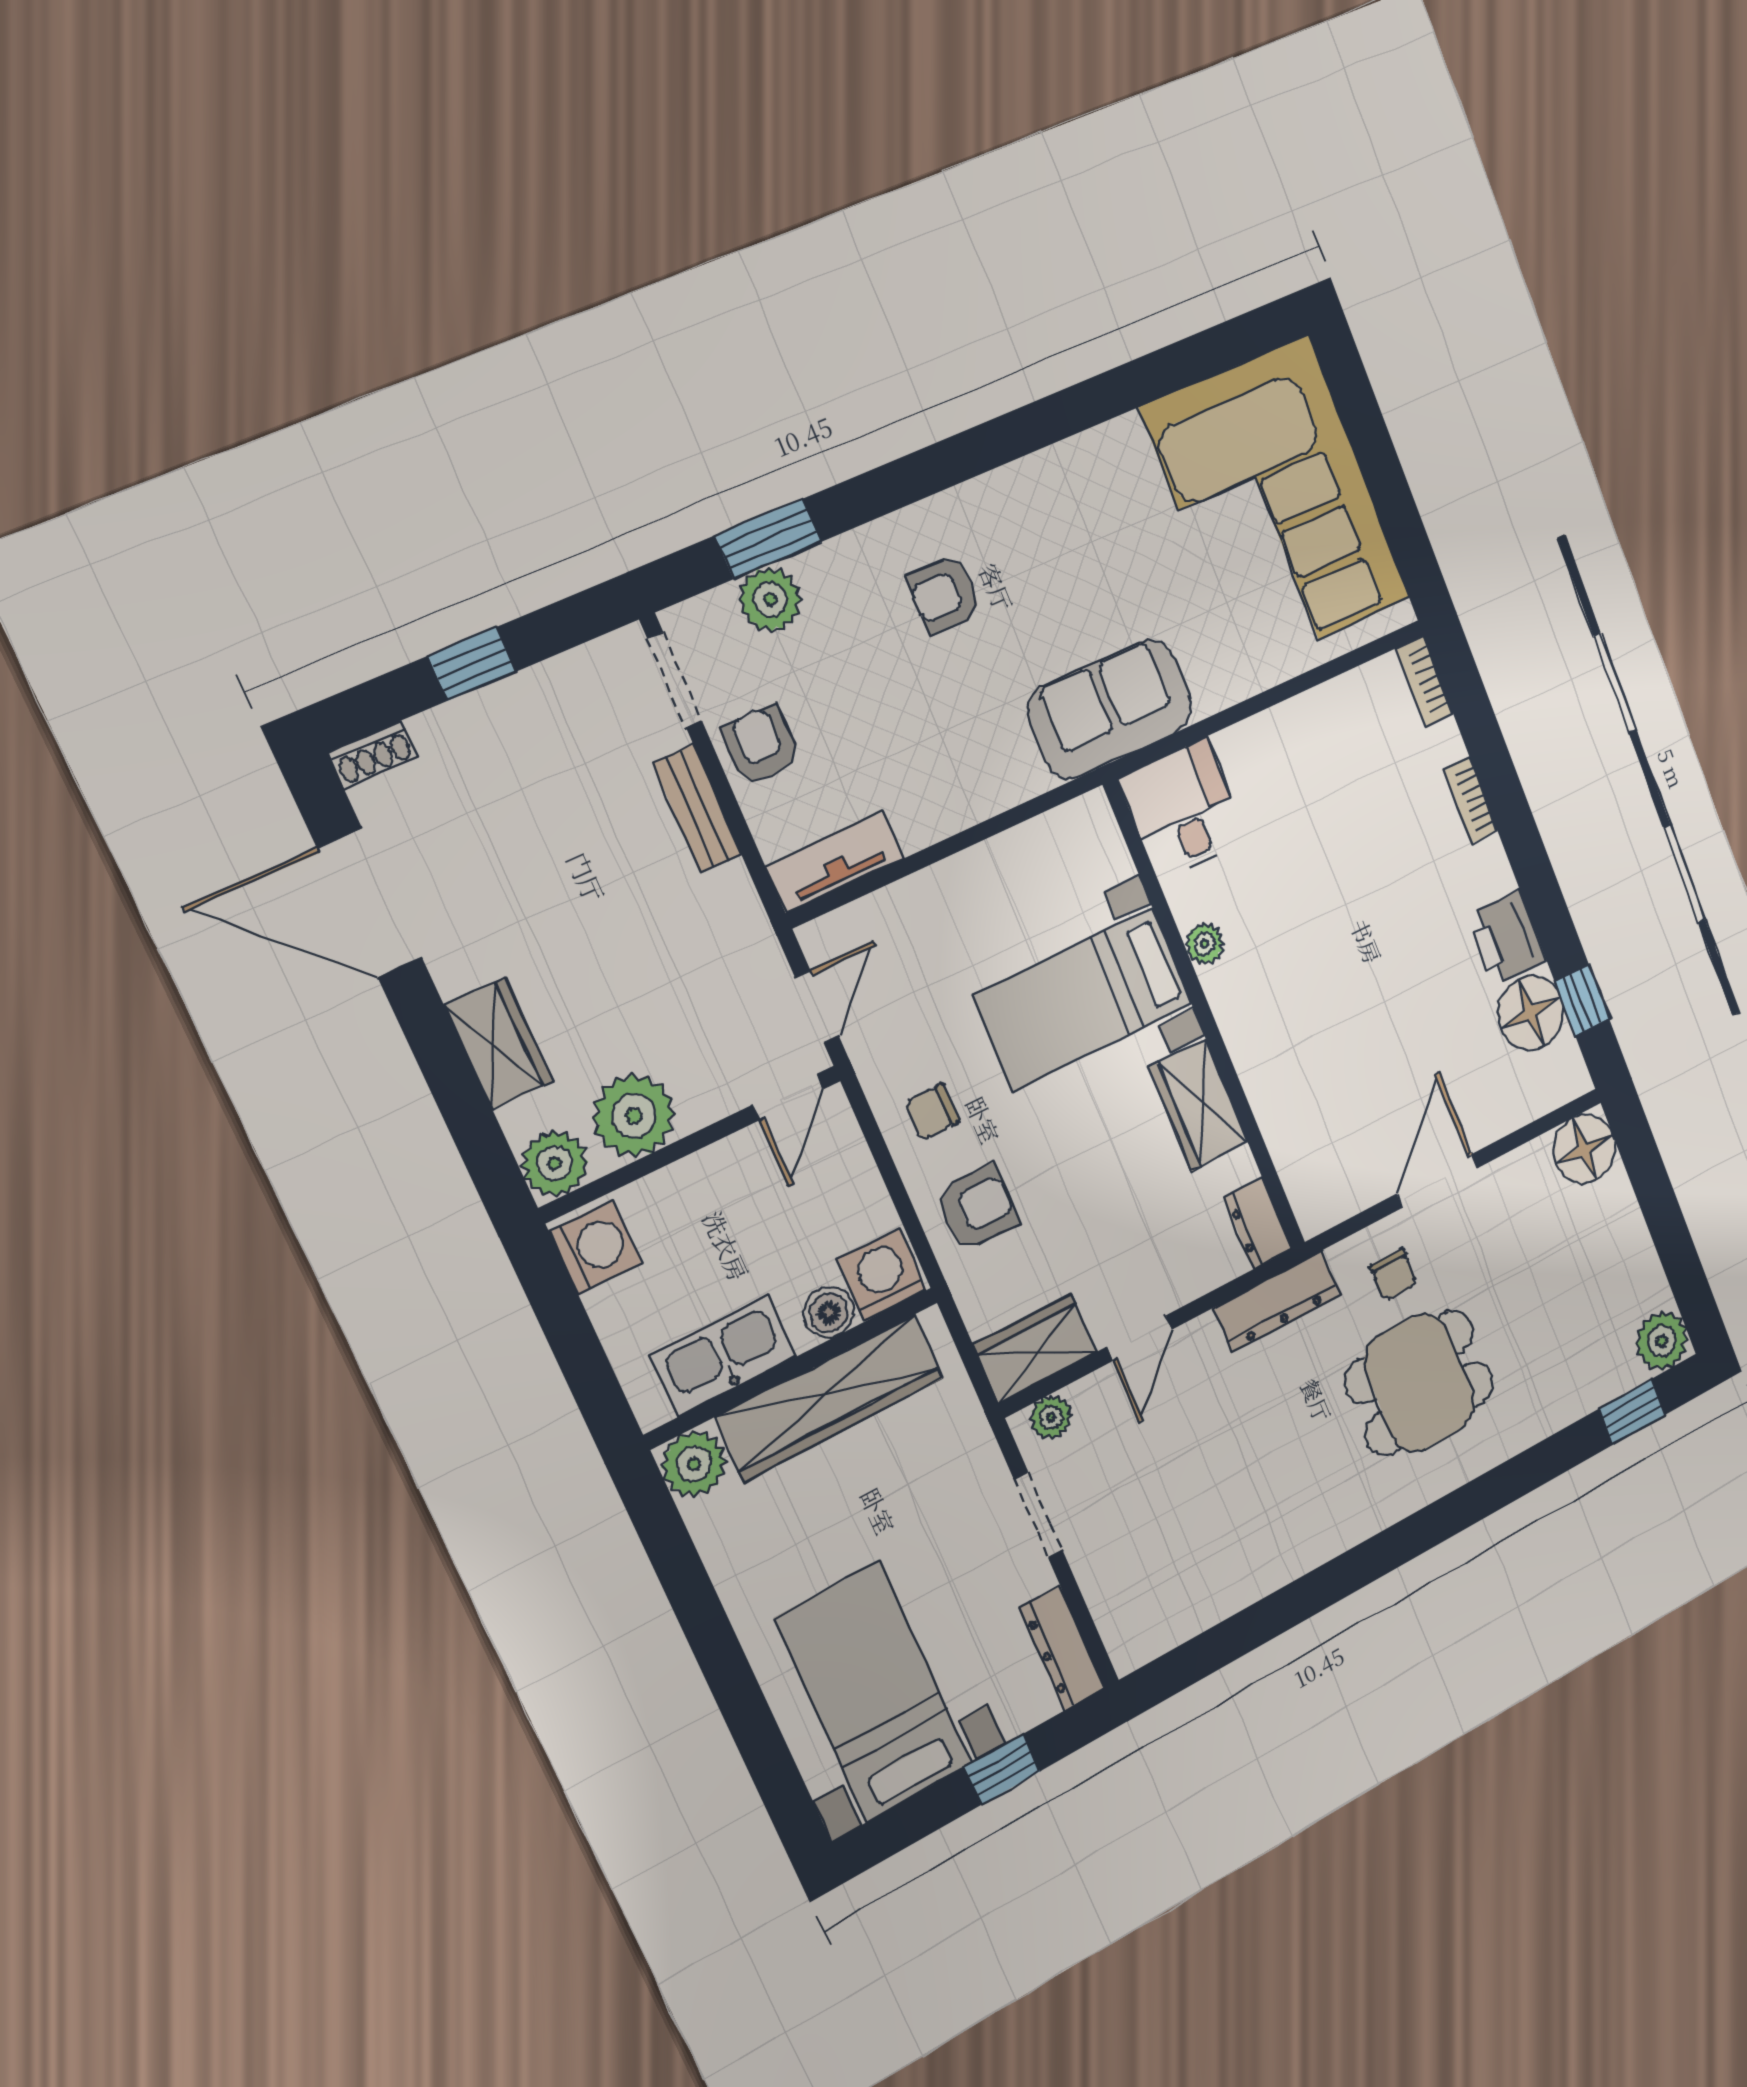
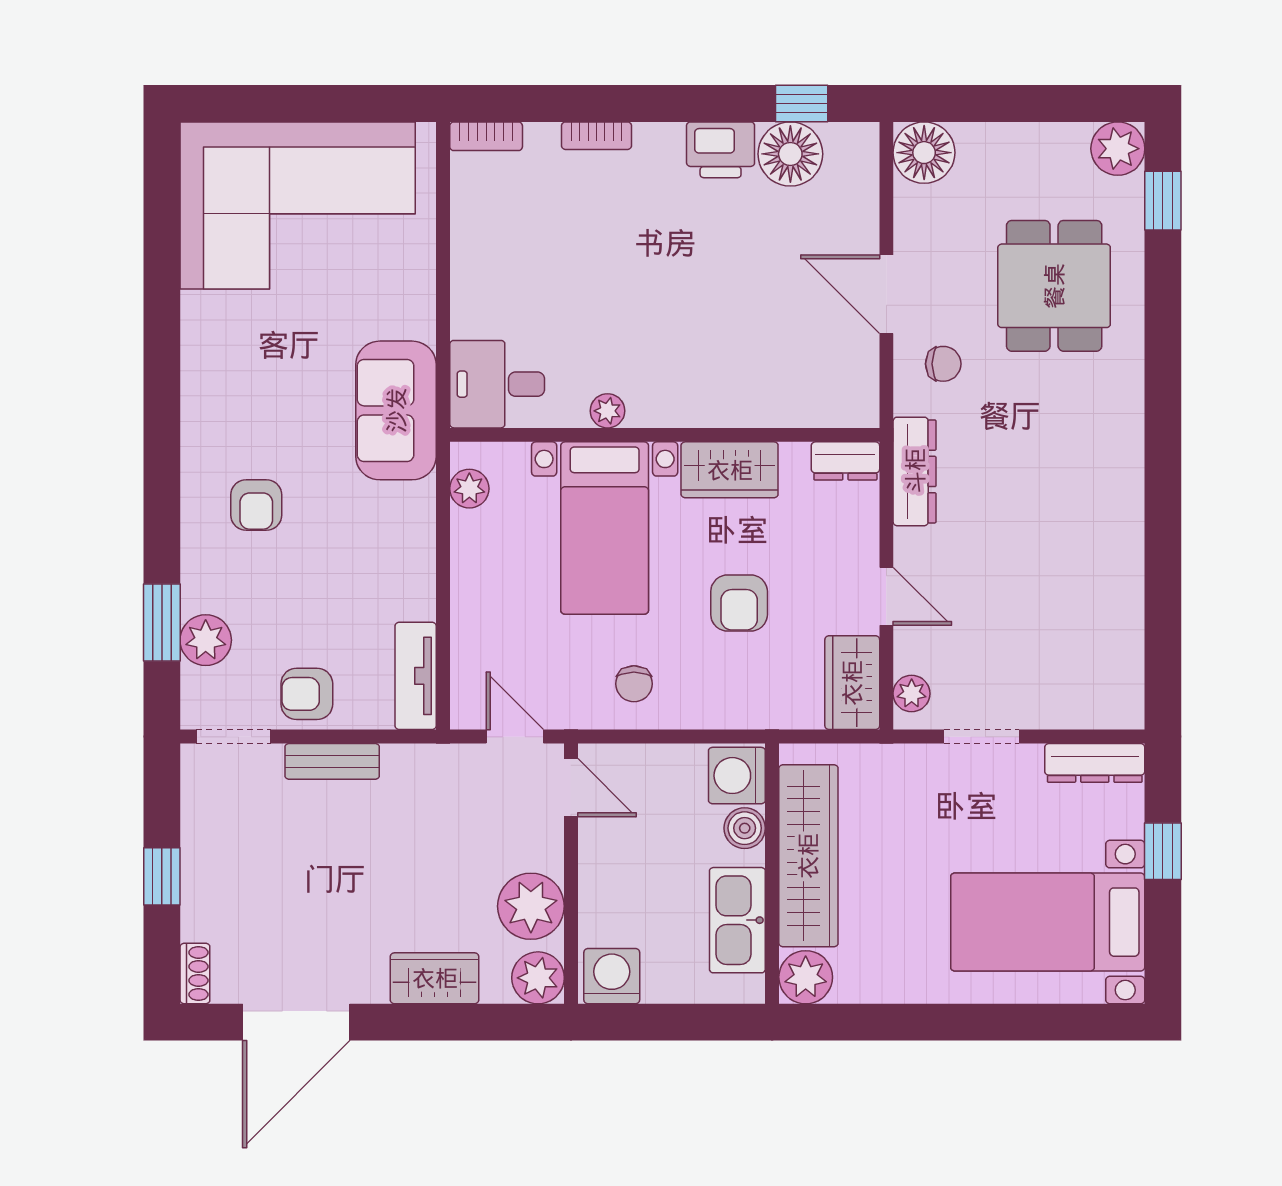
plant: (1062, 829) -> (469, 489), added
armchair: (977, 1208) -> (739, 603), moved, turned 180
dining table: (1419, 1383) -> (1054, 286), moved

